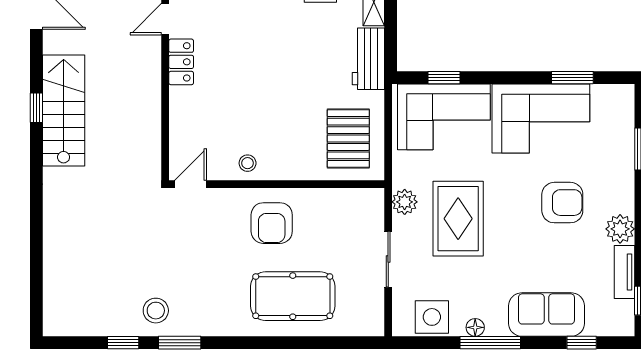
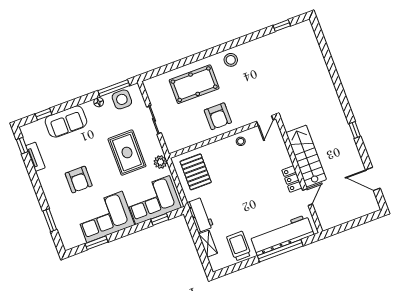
stairs: (64, 110) -> (306, 156), moved, turned 180
plant: (405, 202) -> (160, 162), moved
armchair: (562, 203) -> (79, 180), turned -90
armchair: (272, 223) -> (218, 116), turned 180
plant: (620, 229) -> (45, 177), removed
stool: (156, 311) -> (231, 60), moved
window: (123, 343) -> (282, 26), moved
window: (180, 343) -> (241, 41), removed
window: (490, 343) -> (114, 88), moved

